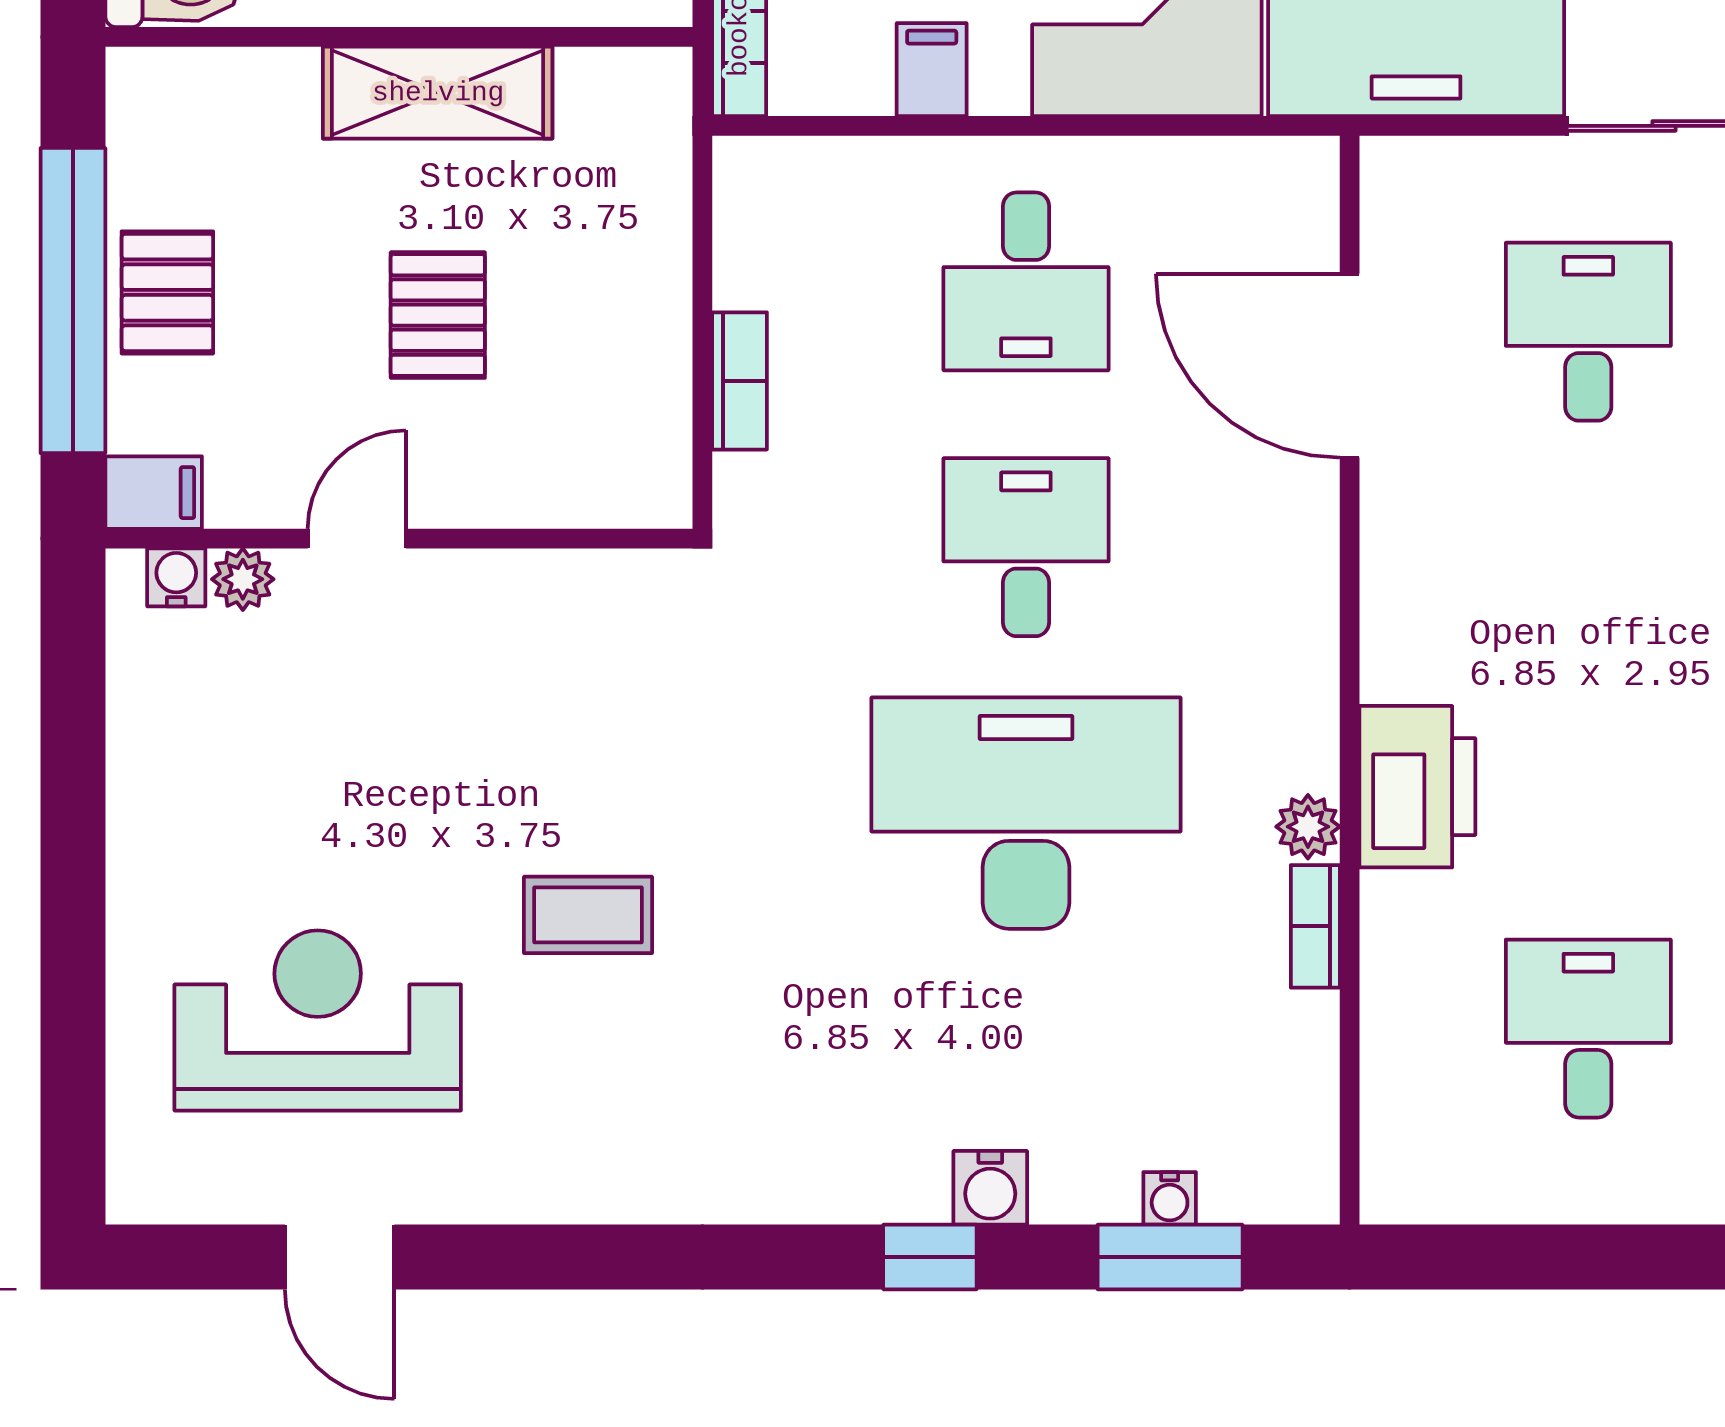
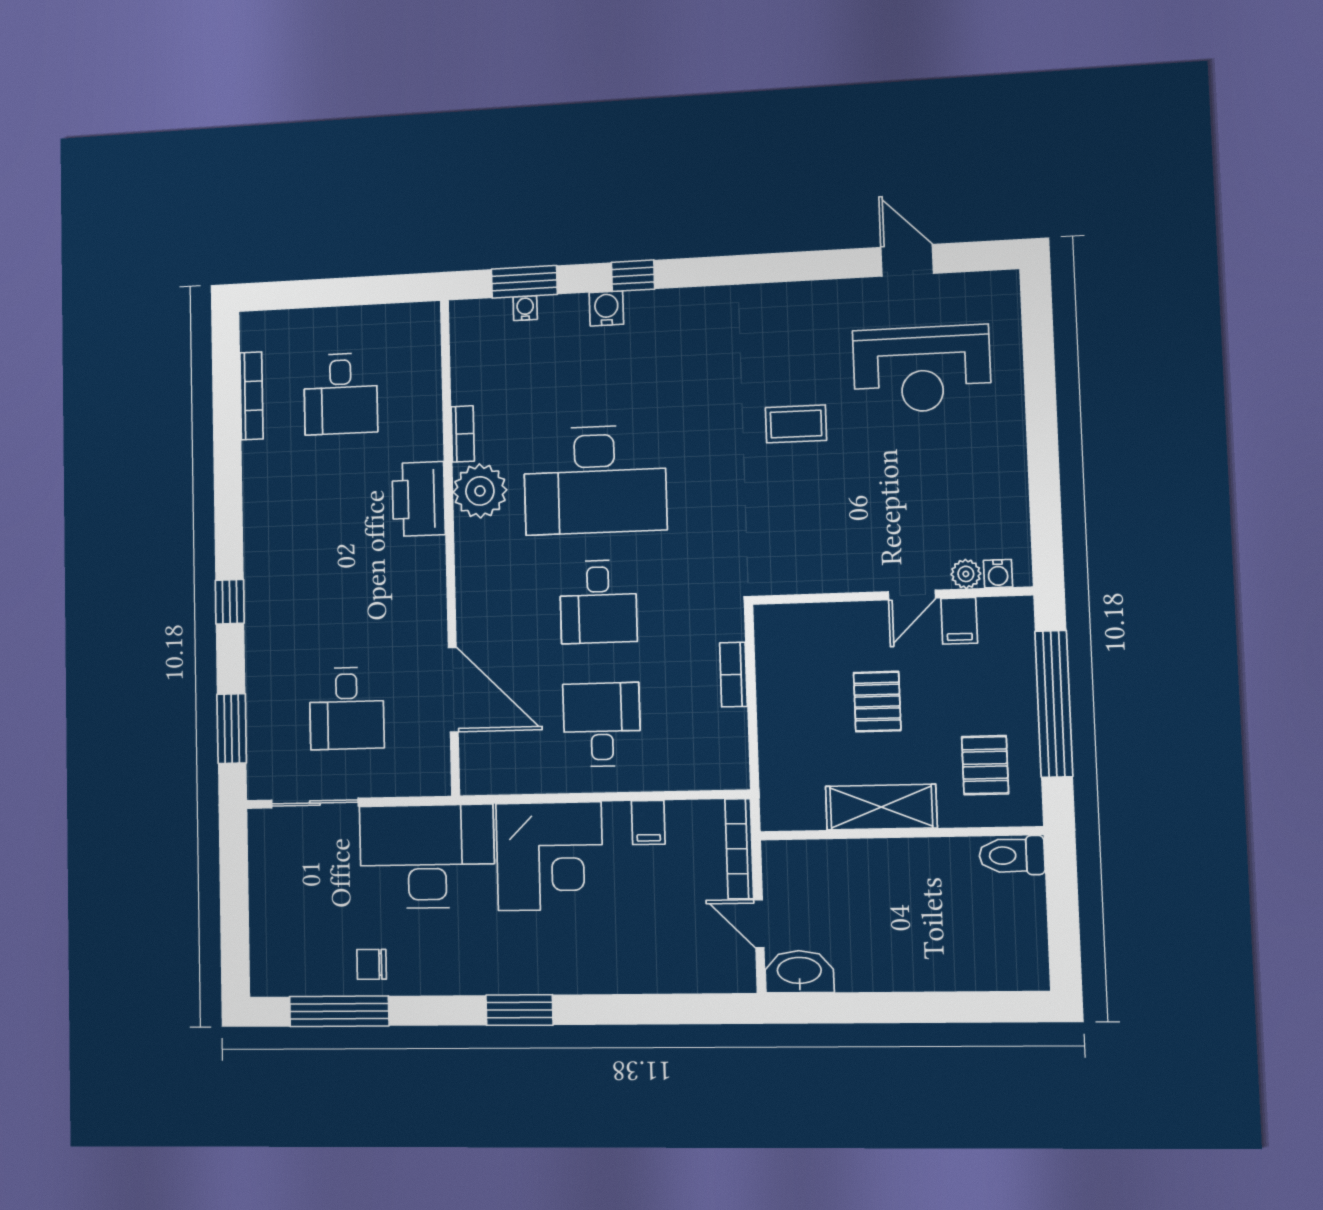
pallet: (167, 292) -> (985, 765), moved
filing cabinet: (154, 493) -> (959, 621), moved, turned -90
plant: (1308, 827) -> (480, 491), width x1.88, depth x1.88

